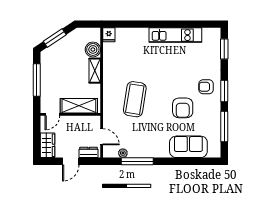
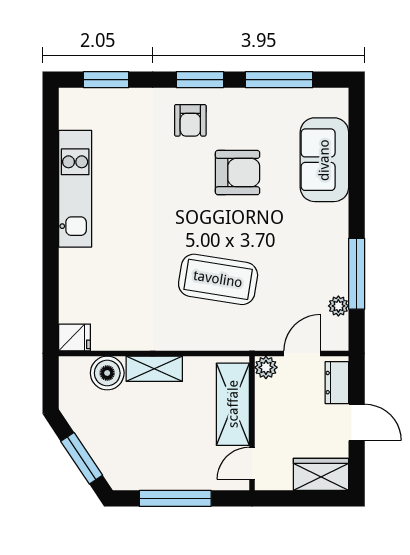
door: (52, 114) -> (252, 463), swing flipped
plant: (95, 121) -> (266, 367), added

